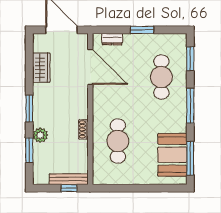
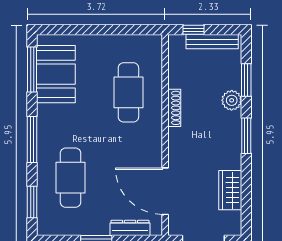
dresser: (112, 39) -> (130, 228), width x1.44
shoe rack: (83, 129) -> (174, 108), width x1.43
bench: (69, 179) -> (212, 42), moved

